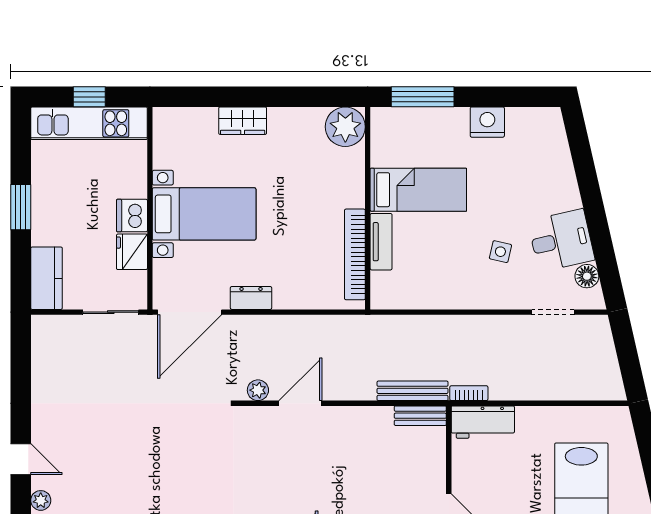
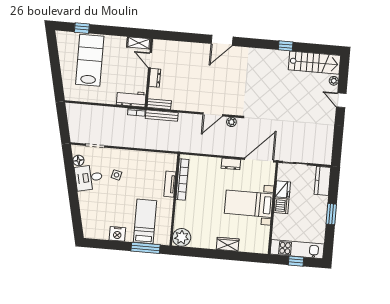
bed: (418, 190) -> (145, 221), moved, turned 90
dresser: (435, 473) -> (155, 78), added

